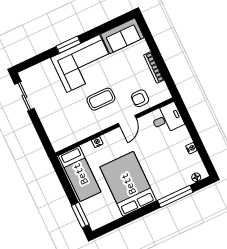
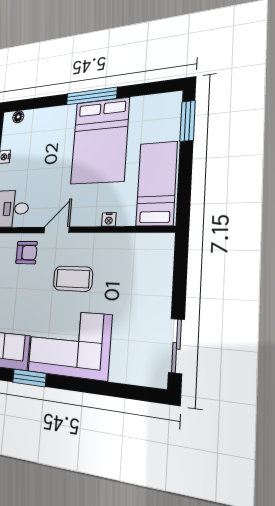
window: (68, 45) -> (29, 378), moved
window: (175, 196) -> (91, 96), moved

